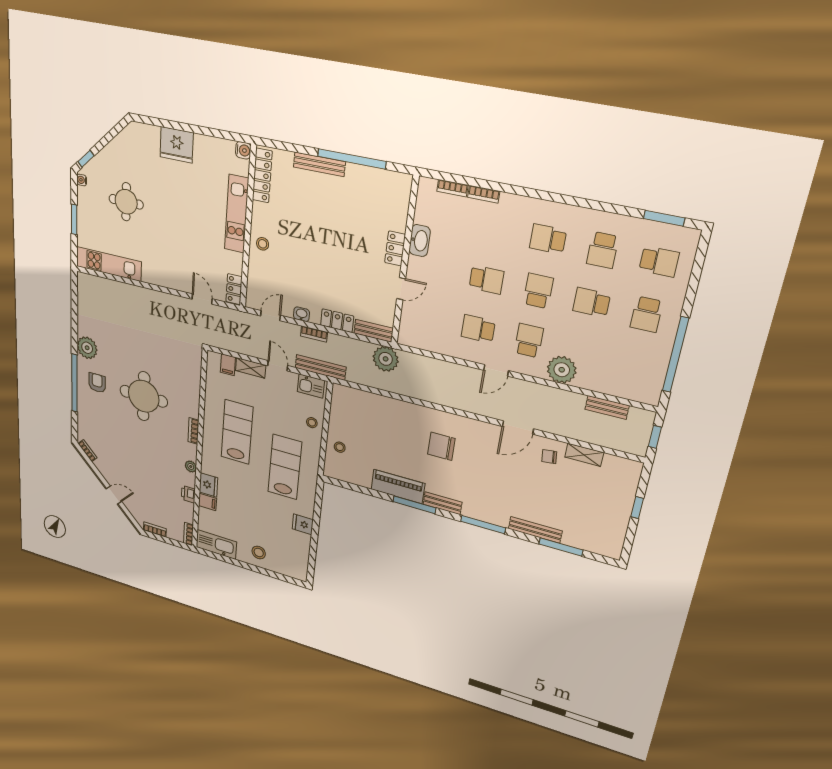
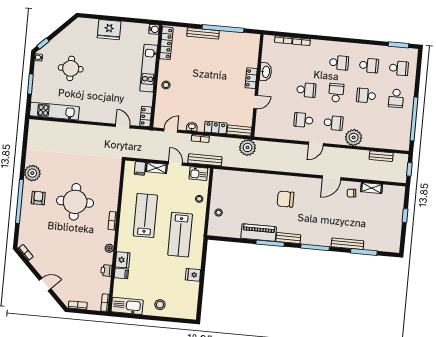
school desk: (548, 239) -> (339, 63), turned 180
school desk: (603, 250) -> (369, 65), turned -90
school desk: (529, 341) -> (333, 123), turned 90
lab bench: (285, 467) -> (180, 235), turned 180

